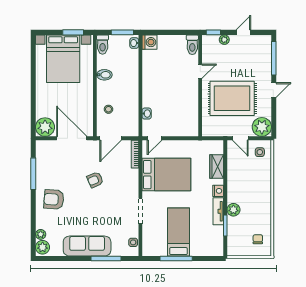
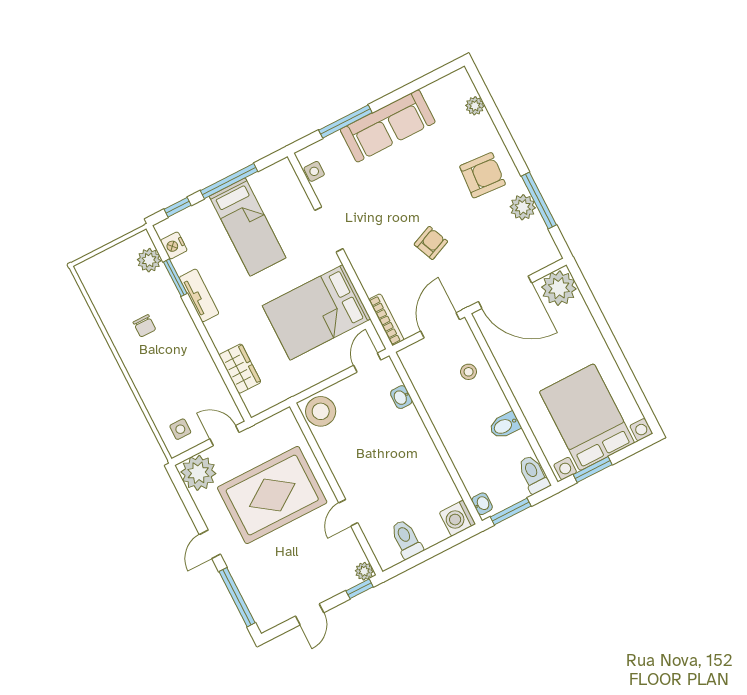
plant: (224, 40) -> (364, 571), moved
toilet: (192, 45) -> (406, 539), moved
stool: (189, 126) -> (321, 411), added
nightstand: (218, 191) -> (174, 245), moved
plant: (233, 210) -> (149, 260), moved
chair: (258, 239) -> (144, 326), moved
plant: (43, 247) -> (523, 207), moved
window: (207, 259) -> (178, 207), added

